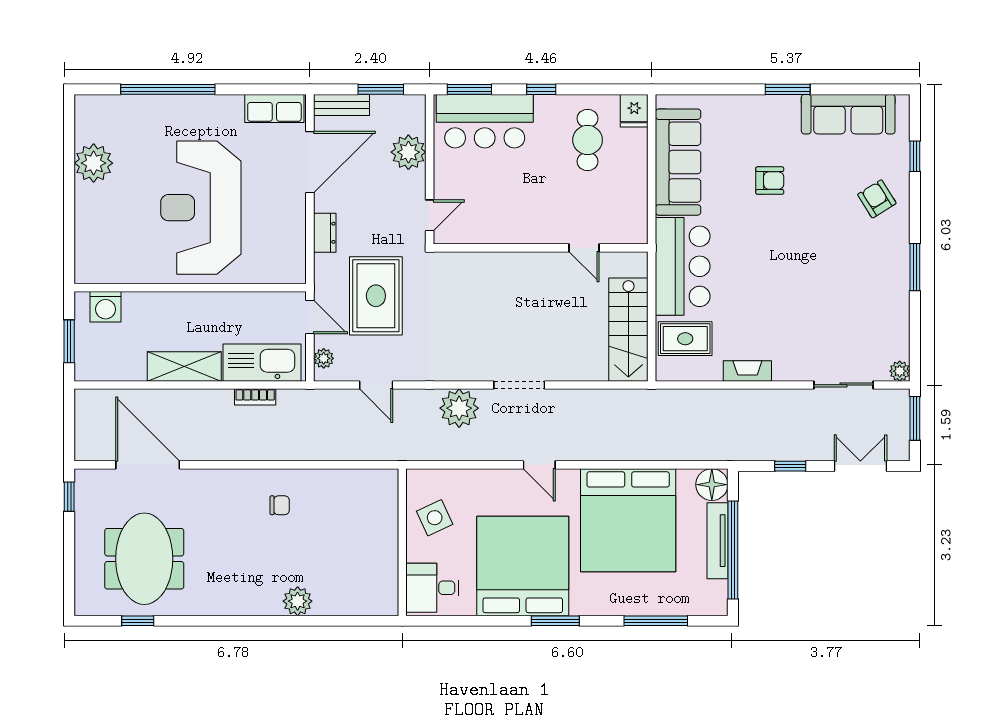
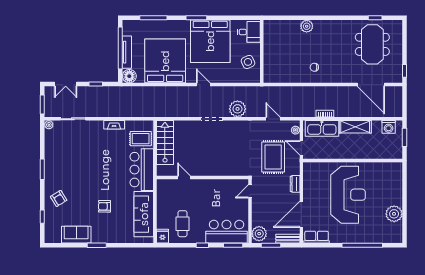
sofa: (848, 114) -> (76, 235), width x0.73
plant: (408, 152) -> (259, 234), moved
washing machine: (106, 307) -> (389, 127), moved, turned 180

